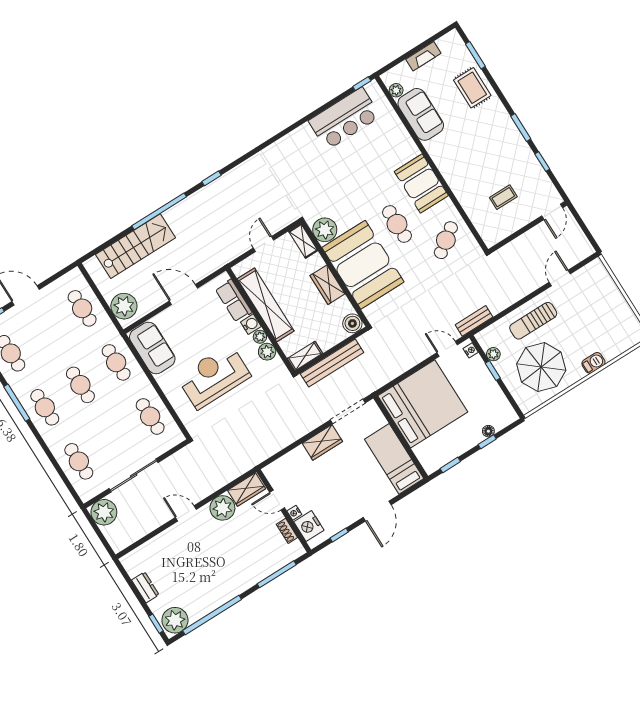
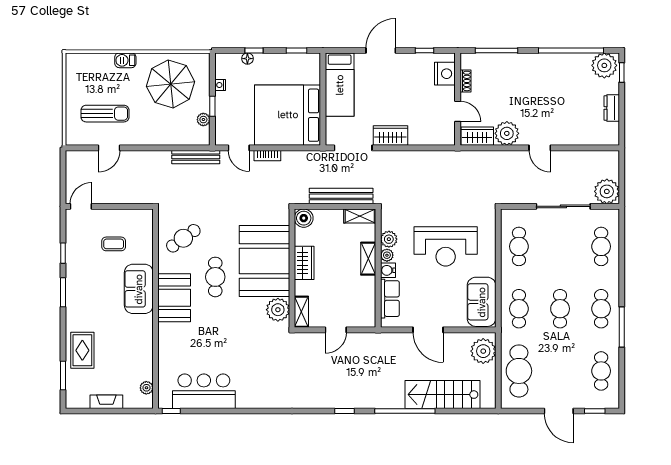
sofa: (421, 114) -> (139, 289), moved
shelving: (266, 305) -> (368, 259), width x0.45, depth x0.75
cafe table: (82, 308) -> (519, 371), width x1.37, depth x1.35
bench: (474, 321) -> (196, 157), width x1.36
sun lounger: (533, 321) -> (105, 114), moved
nightstand: (471, 350) -> (220, 85), moved
bookcase: (418, 358) -> (267, 156), added
nightstand: (294, 513) -> (450, 92), removed

